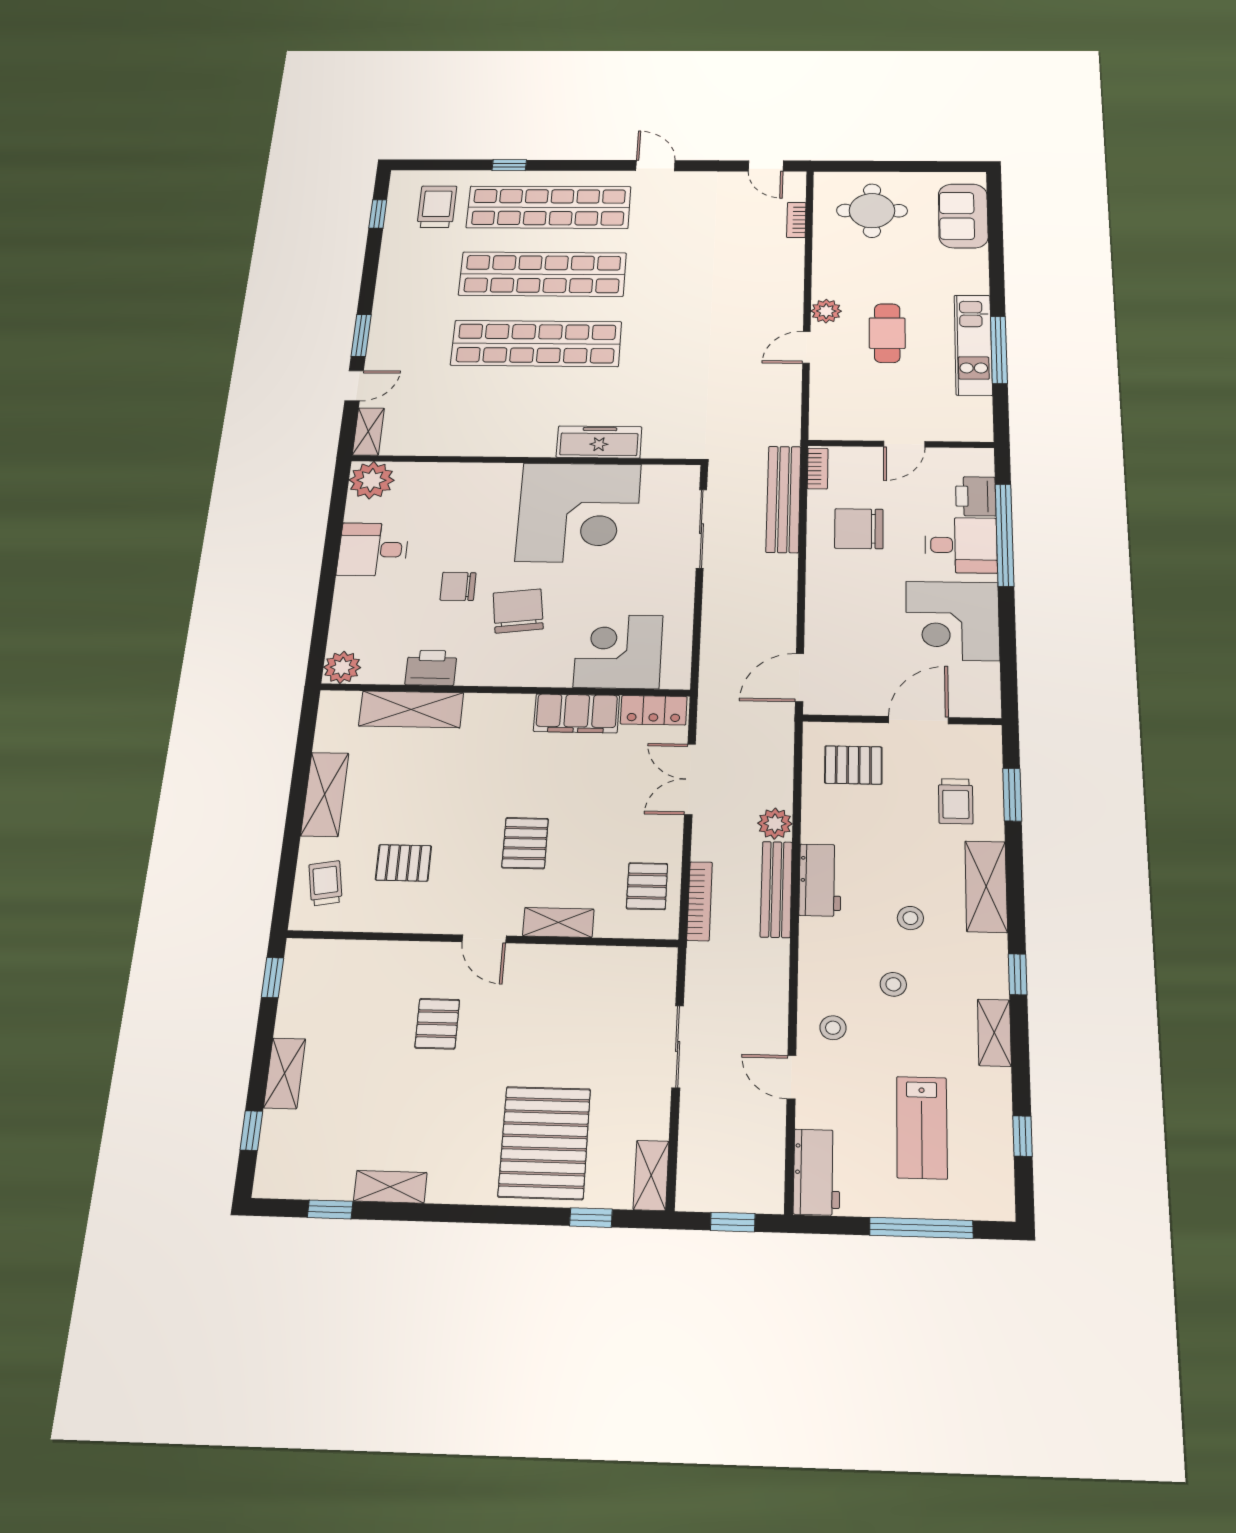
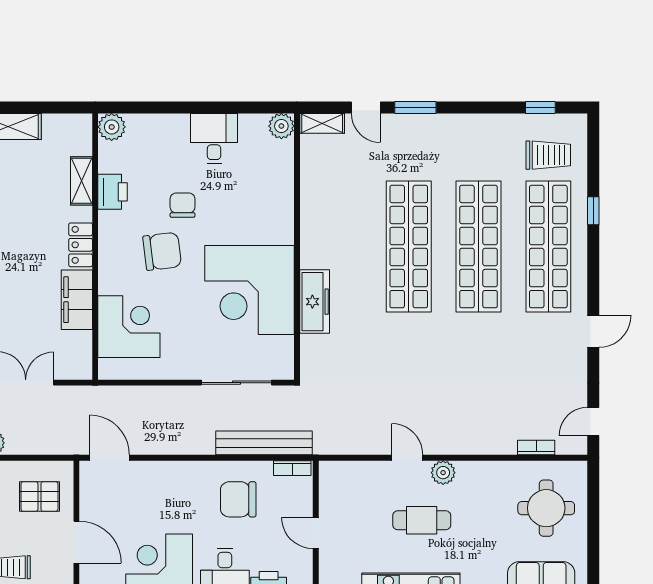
plant: (372, 480) -> (281, 126), width x0.73, depth x0.73
chair: (859, 529) -> (238, 499), turned -90
shelving: (411, 709) -> (81, 181), width x0.67, depth x0.75
locker: (654, 710) -> (81, 245), moved
pallet: (853, 765) -> (39, 497), turned 90

